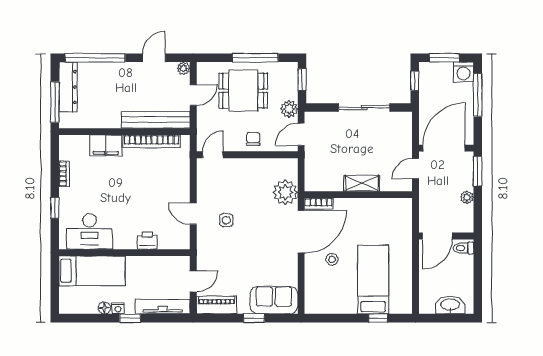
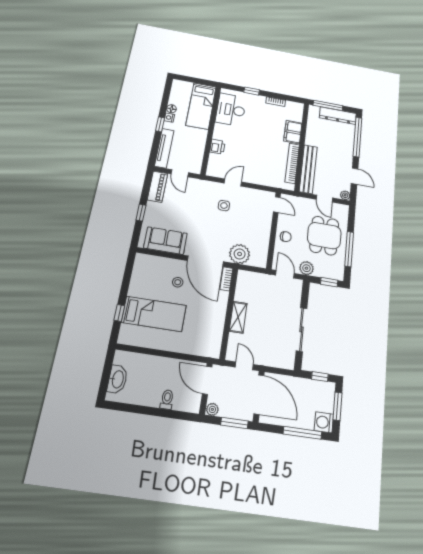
door: (437, 236) -> (207, 380), moved
wall: (446, 236) -> (206, 389), moved
sofa: (274, 300) -> (165, 241), moved, turned -90

